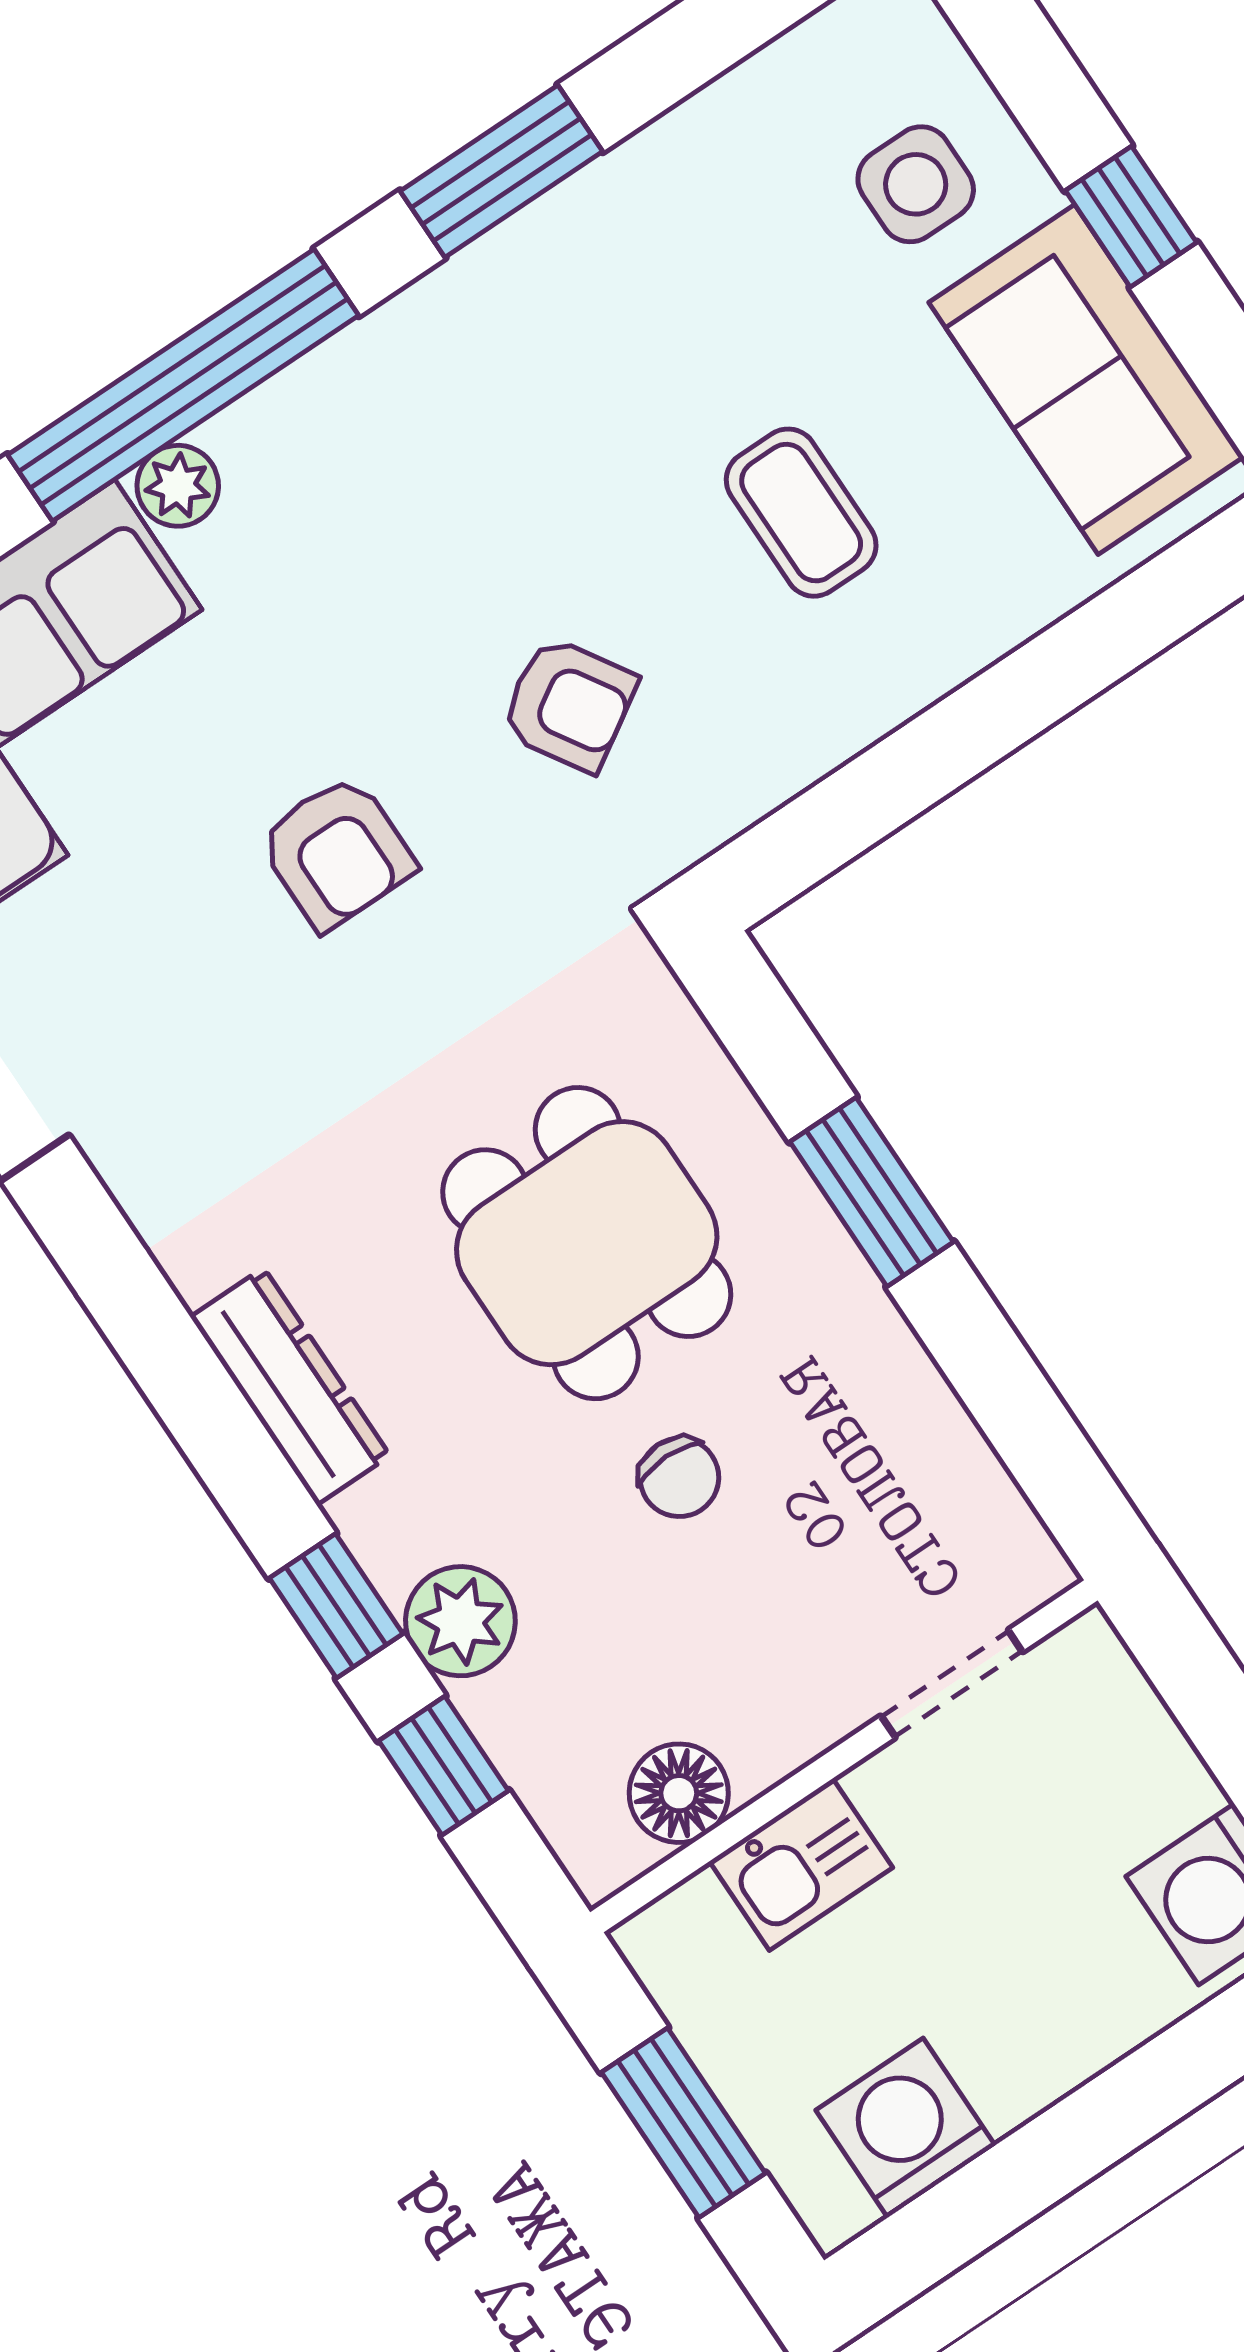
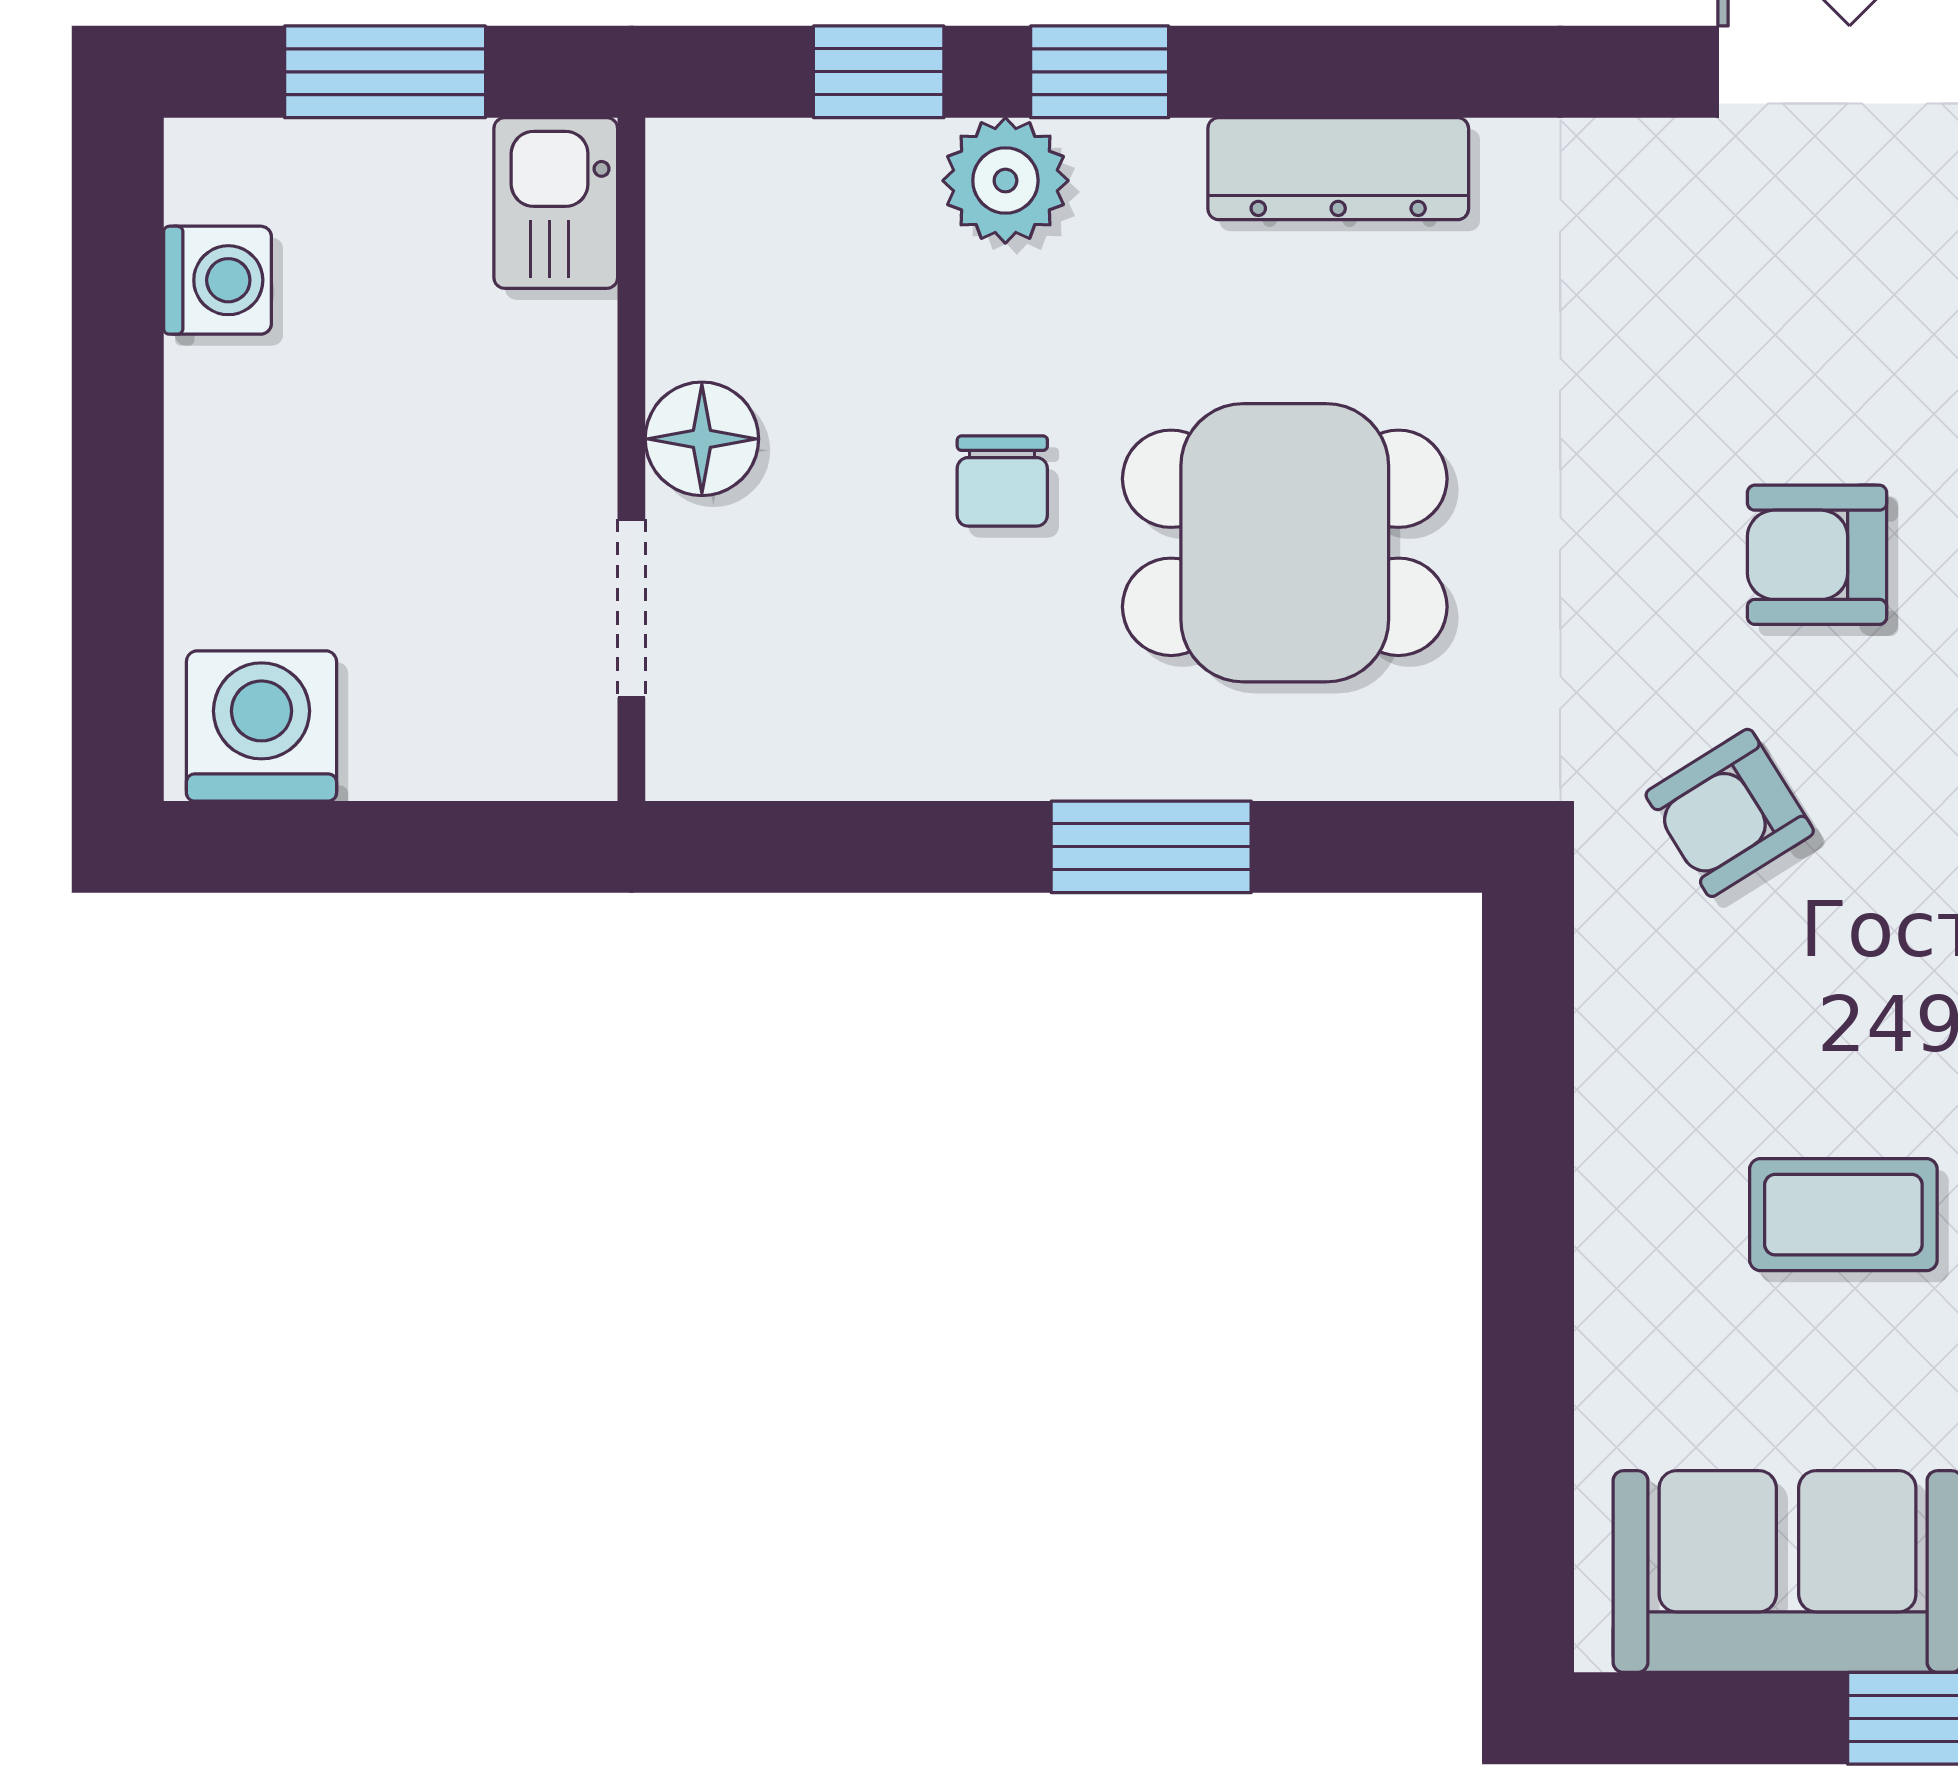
armchair: (569, 704) -> (1730, 813), moved
chair: (679, 1477) -> (1002, 481), turned -90
floor lamp: (679, 1793) -> (702, 439), moved
kitchen sink: (801, 1864) -> (556, 203), moved
washing machine: (906, 2128) -> (218, 280), width x0.73, depth x0.73

